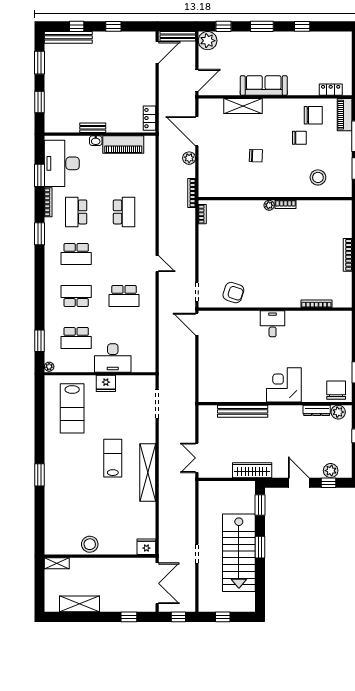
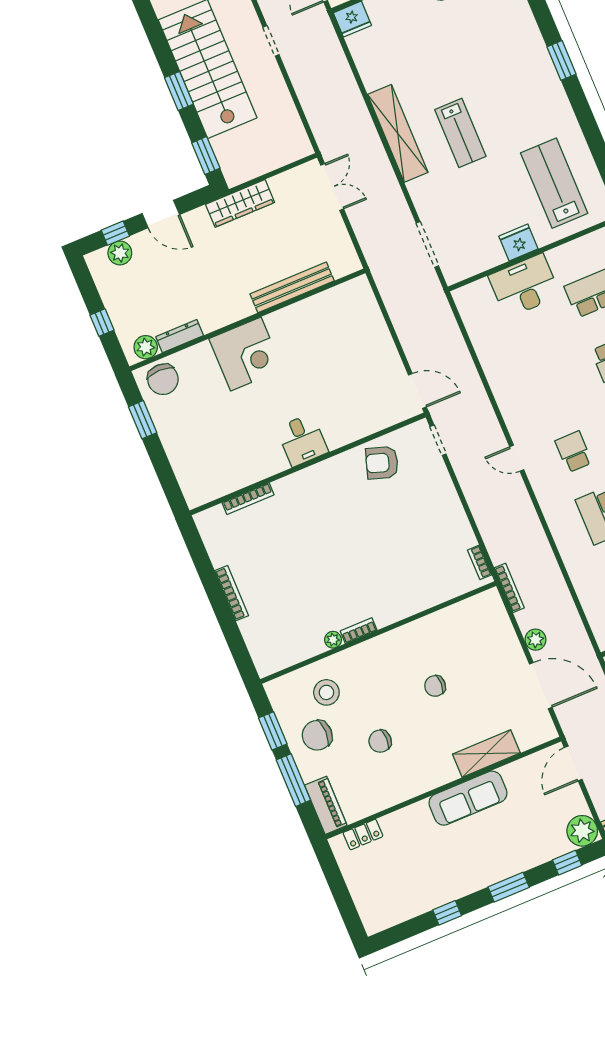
chair: (313, 115) -> (317, 735), moved
plant: (269, 205) -> (333, 640), moved
school desk: (124, 296) -> (574, 452), moved, width x0.54

